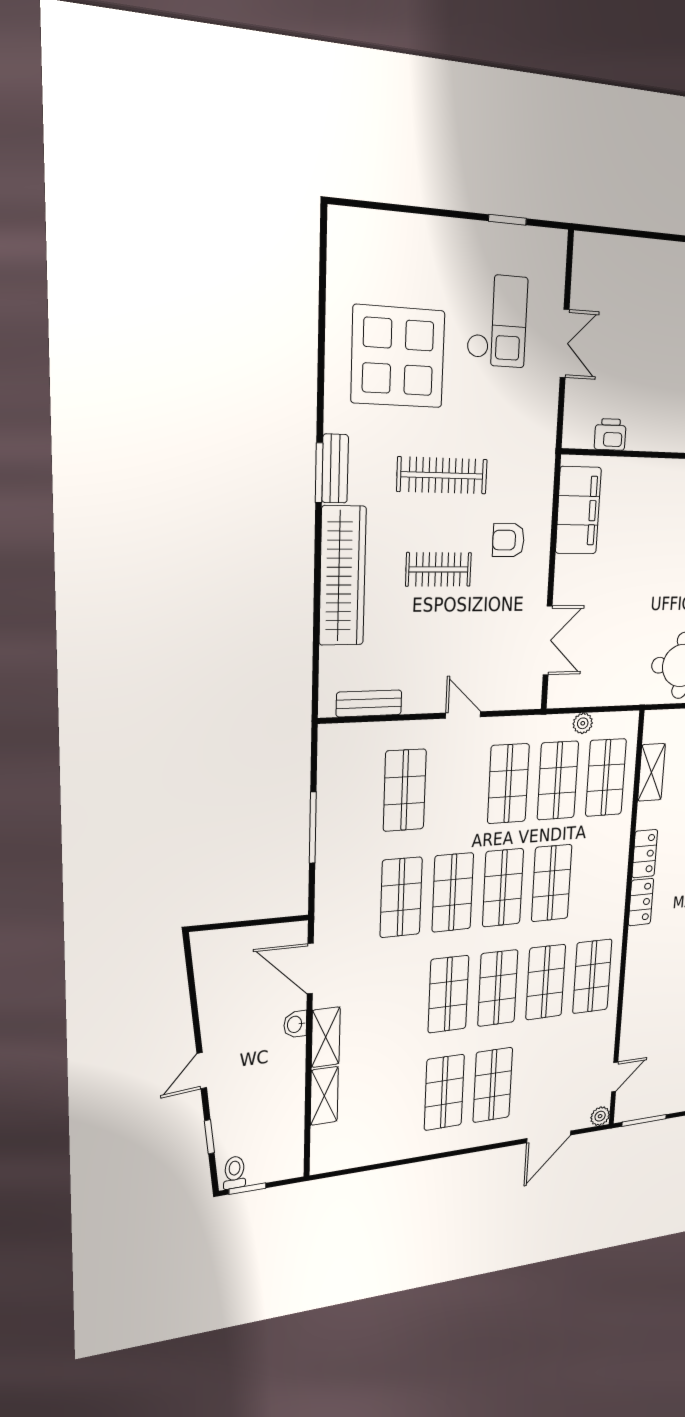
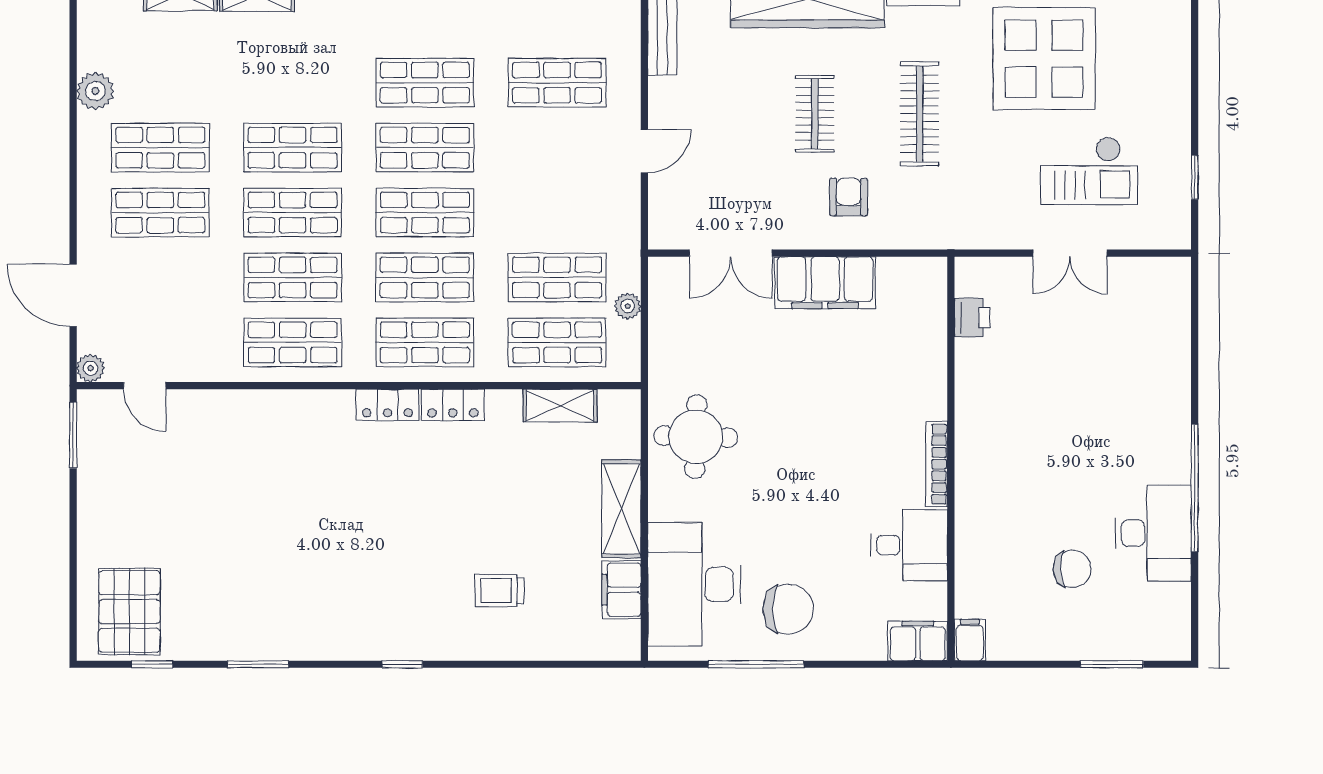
filing cabinet: (578, 510) -> (825, 283), moved
shop shelf: (508, 784) -> (425, 342), moved
plant: (399, 1147) -> (95, 91), added

